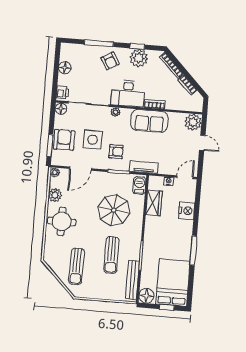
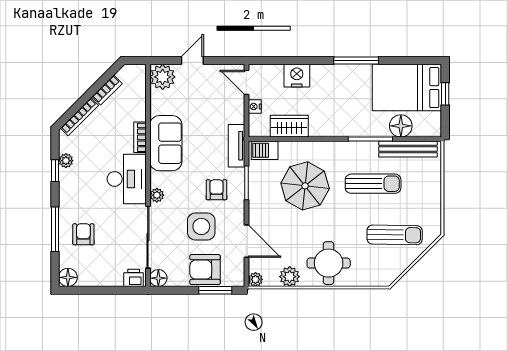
plant: (139, 58) -> (66, 161), width x0.53, depth x0.53
armchair: (110, 61) -> (83, 234), moved, turned -60
floor lamp: (65, 68) -> (68, 277), moved
floor lamp: (146, 296) -> (401, 126), moved

